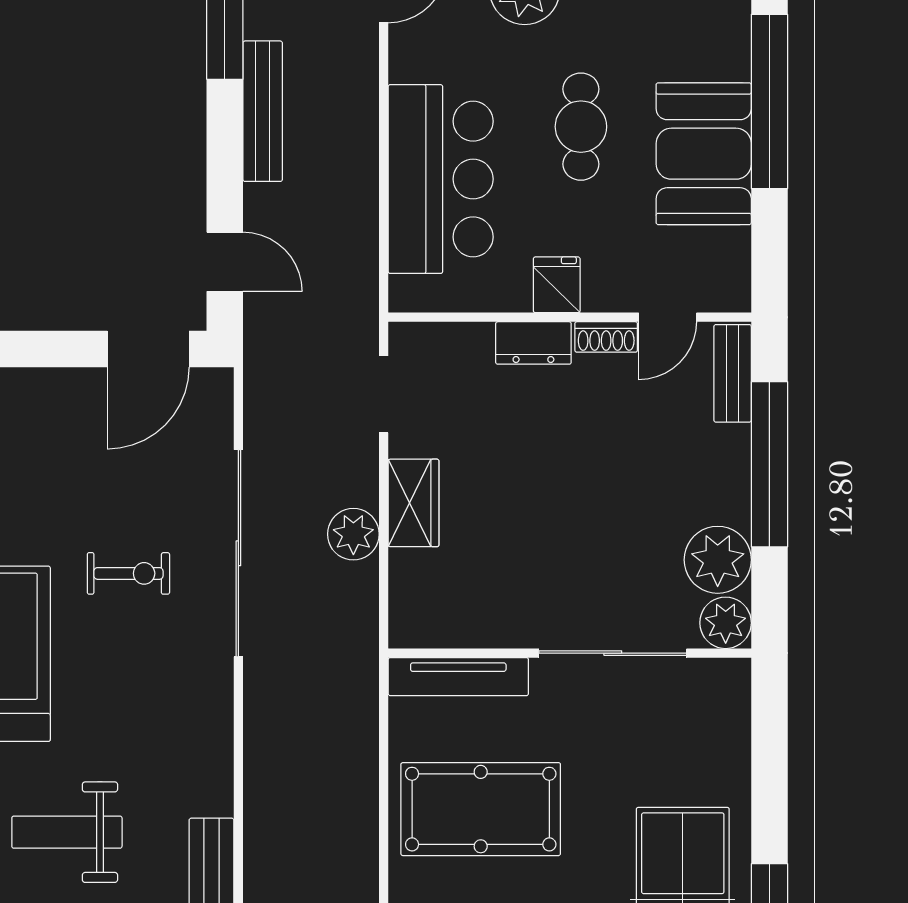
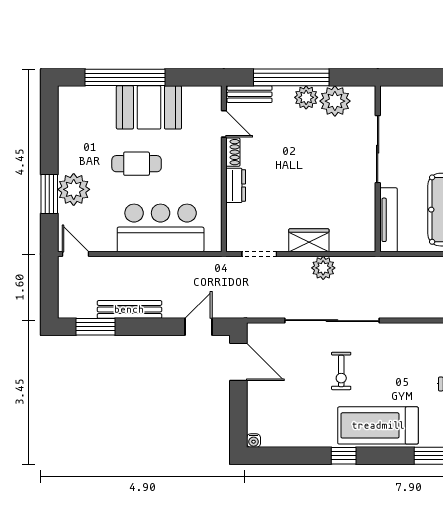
fridge: (557, 285) -> (209, 175), removed
exercise bike: (128, 573) -> (341, 371), turned 180
plant: (726, 623) -> (306, 97), moved

